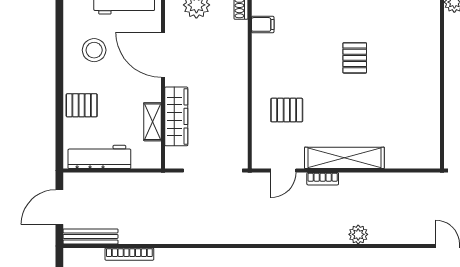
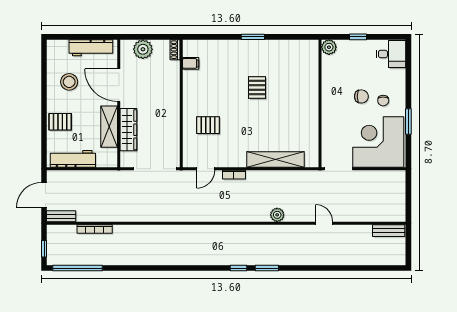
shelving: (152, 122) -> (109, 127), width x1.50, depth x1.33
shelving: (344, 158) -> (276, 160), moved
plant: (358, 234) -> (277, 215), moved
bench: (90, 236) -> (61, 216), width x0.73

